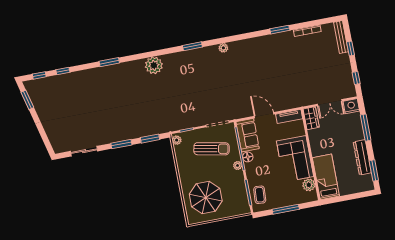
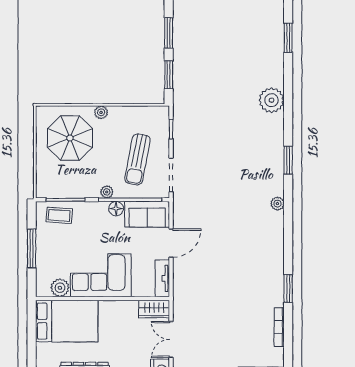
plant: (177, 140) -> (101, 112), moved
bed: (326, 177) -> (67, 321), width x1.50

